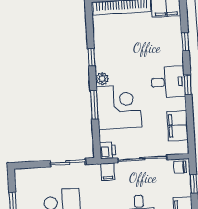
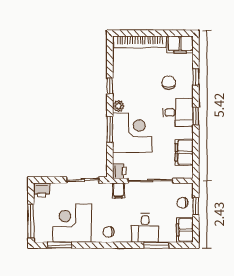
chair: (156, 50) -> (169, 83), added
chair: (180, 167) -> (183, 203), moved
printer: (23, 176) -> (42, 190), added

